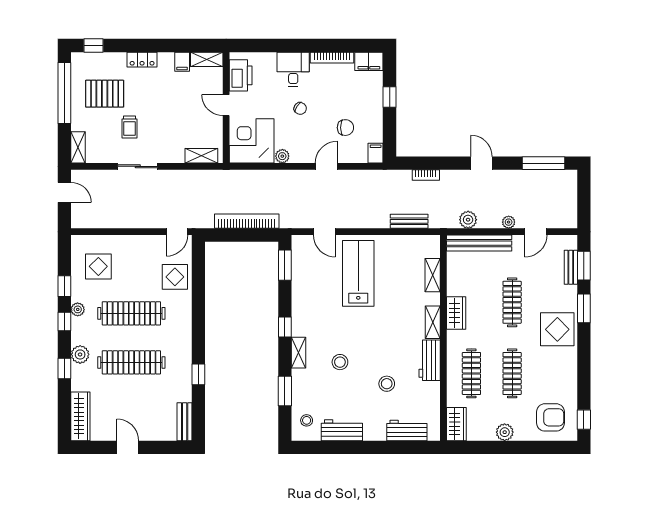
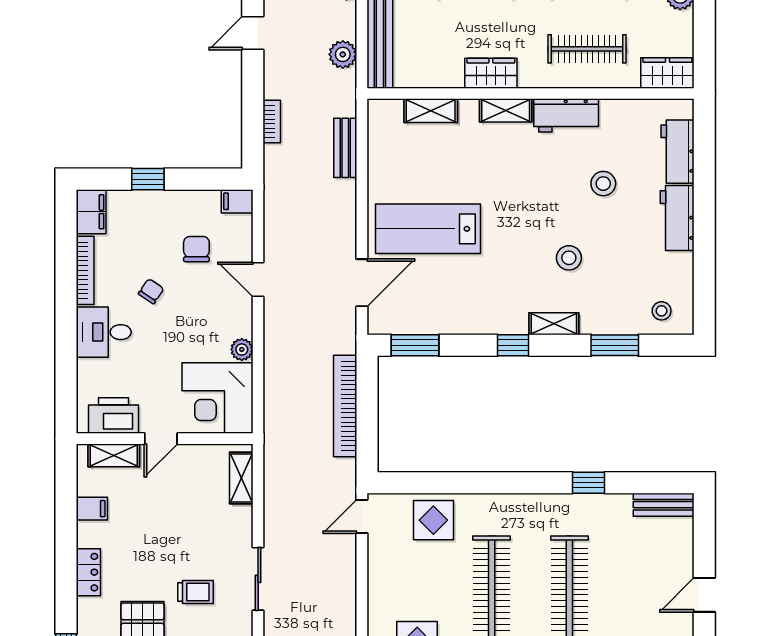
shelving: (207, 59) -> (114, 455), moved, turned 90
chair: (300, 108) -> (151, 291), moved
door: (177, 232) -> (362, 517), swing flipped
door: (324, 232) -> (362, 283), width x1.38
workbench: (342, 430) -> (677, 218), moved

